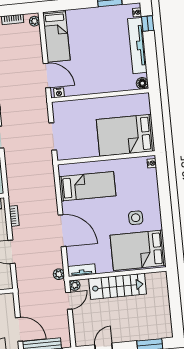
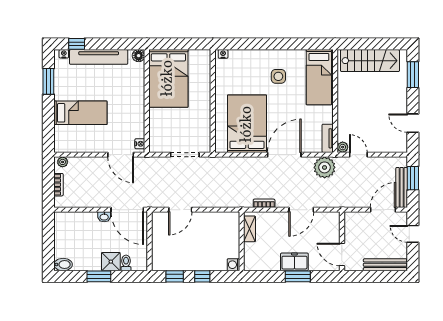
bed: (56, 36) -> (80, 113), moved
door: (47, 75) -> (121, 155), swing flipped
bed: (126, 135) -> (168, 78), moved
bed: (87, 186) -> (247, 124), width x1.50
bed: (138, 250) -> (319, 77), width x0.67
plant: (59, 274) -> (325, 167), width x1.88, depth x1.88
stairs: (118, 286) -> (370, 61), moved, turned 90

